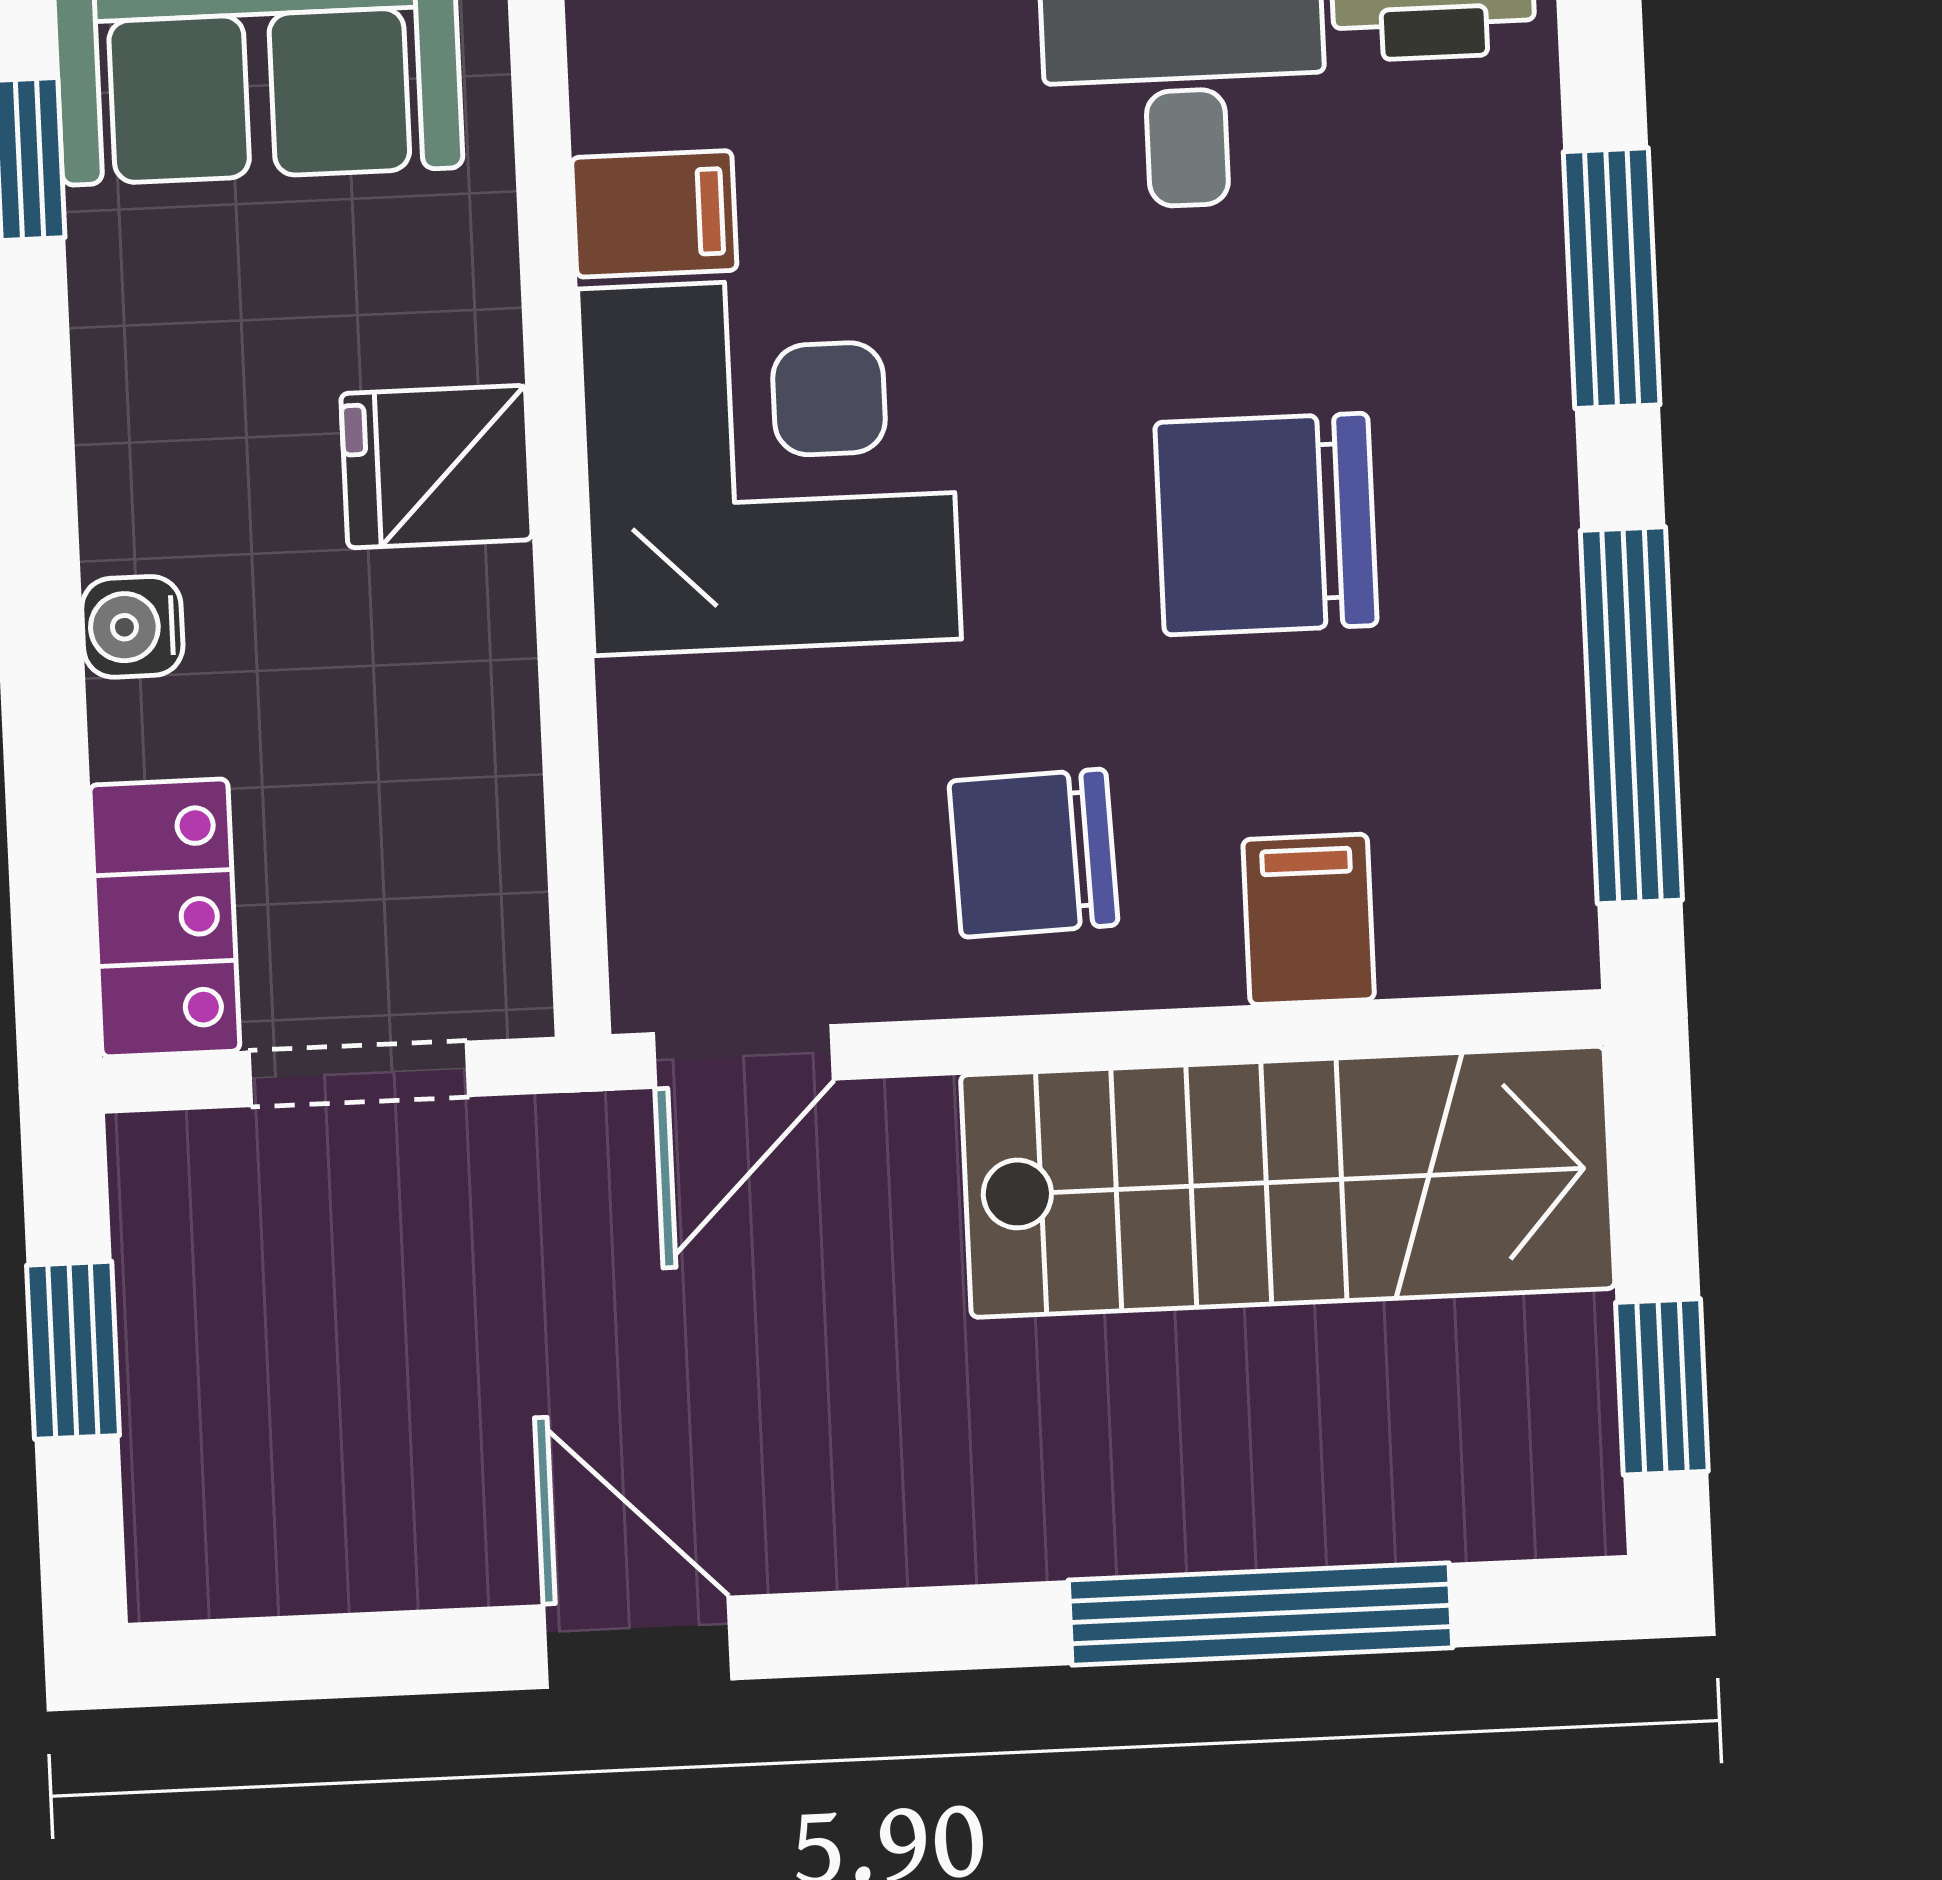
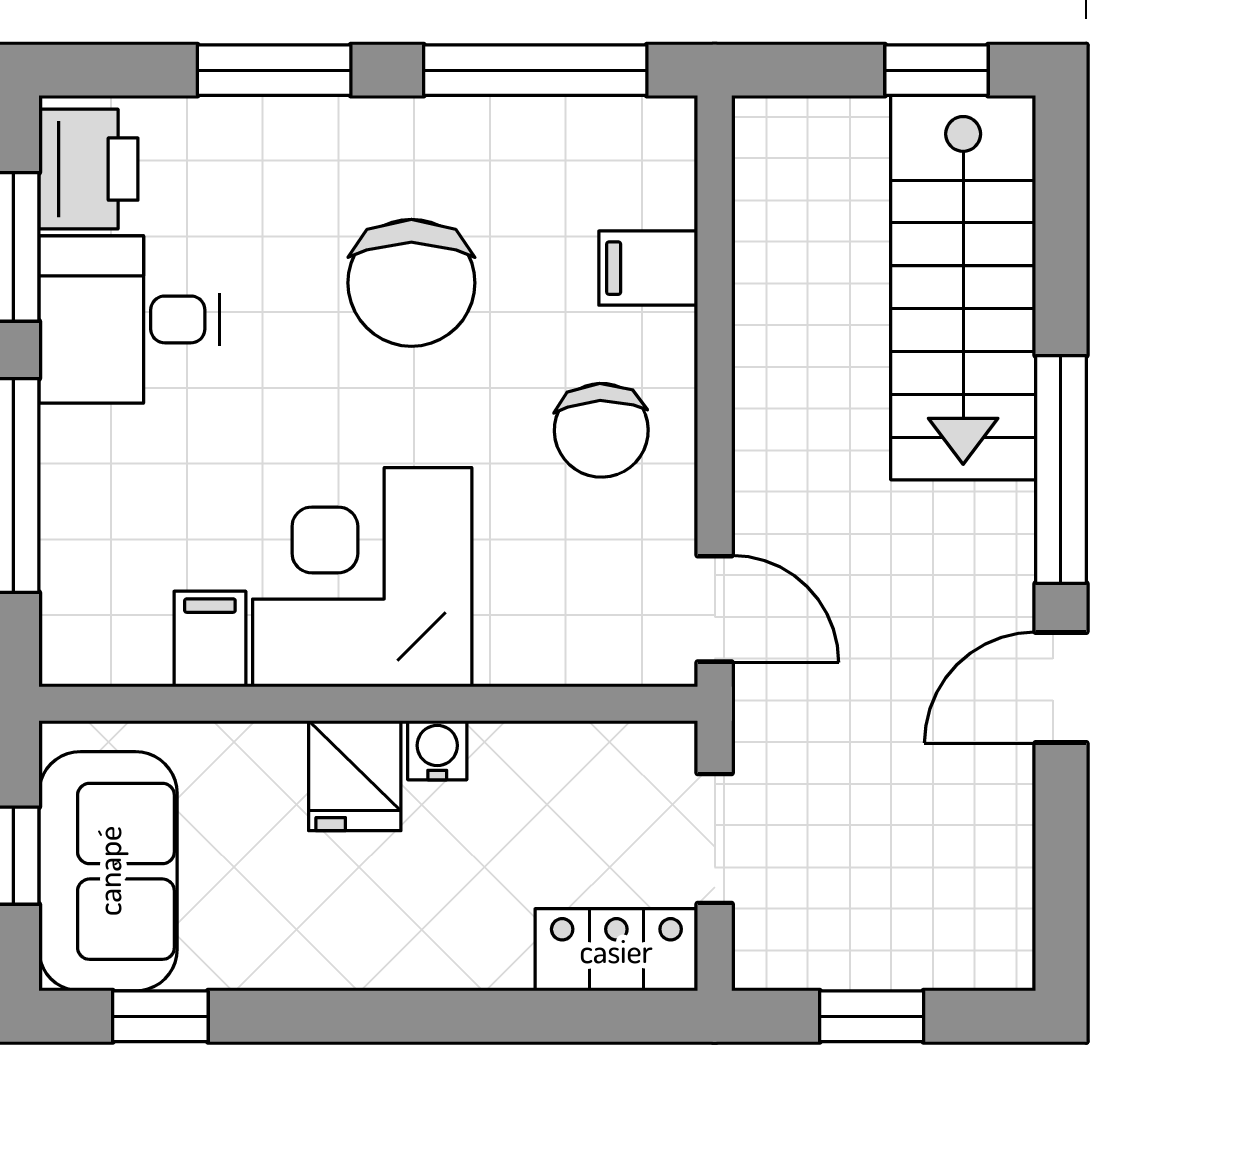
water cooler: (132, 627) -> (437, 750), moved, turned 180
stairs: (1288, 1182) -> (963, 288), moved, turned 180
window: (1261, 1614) -> (1061, 469), moved

